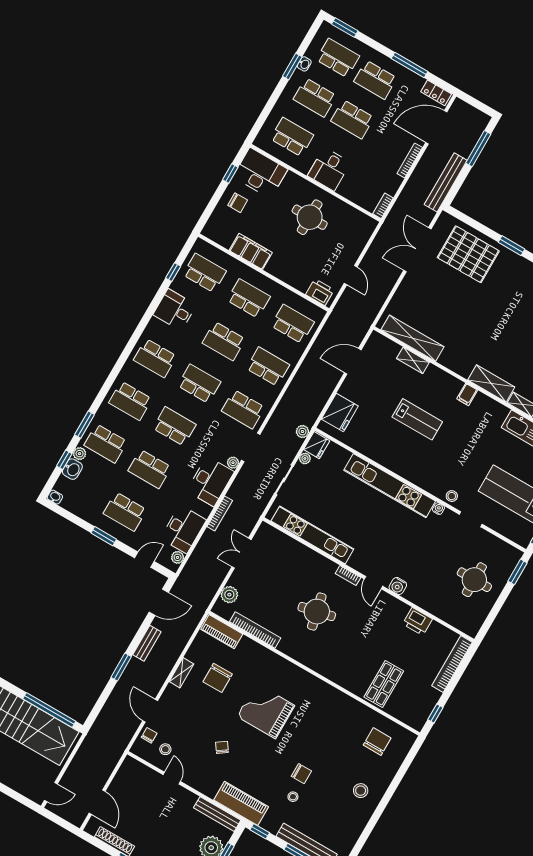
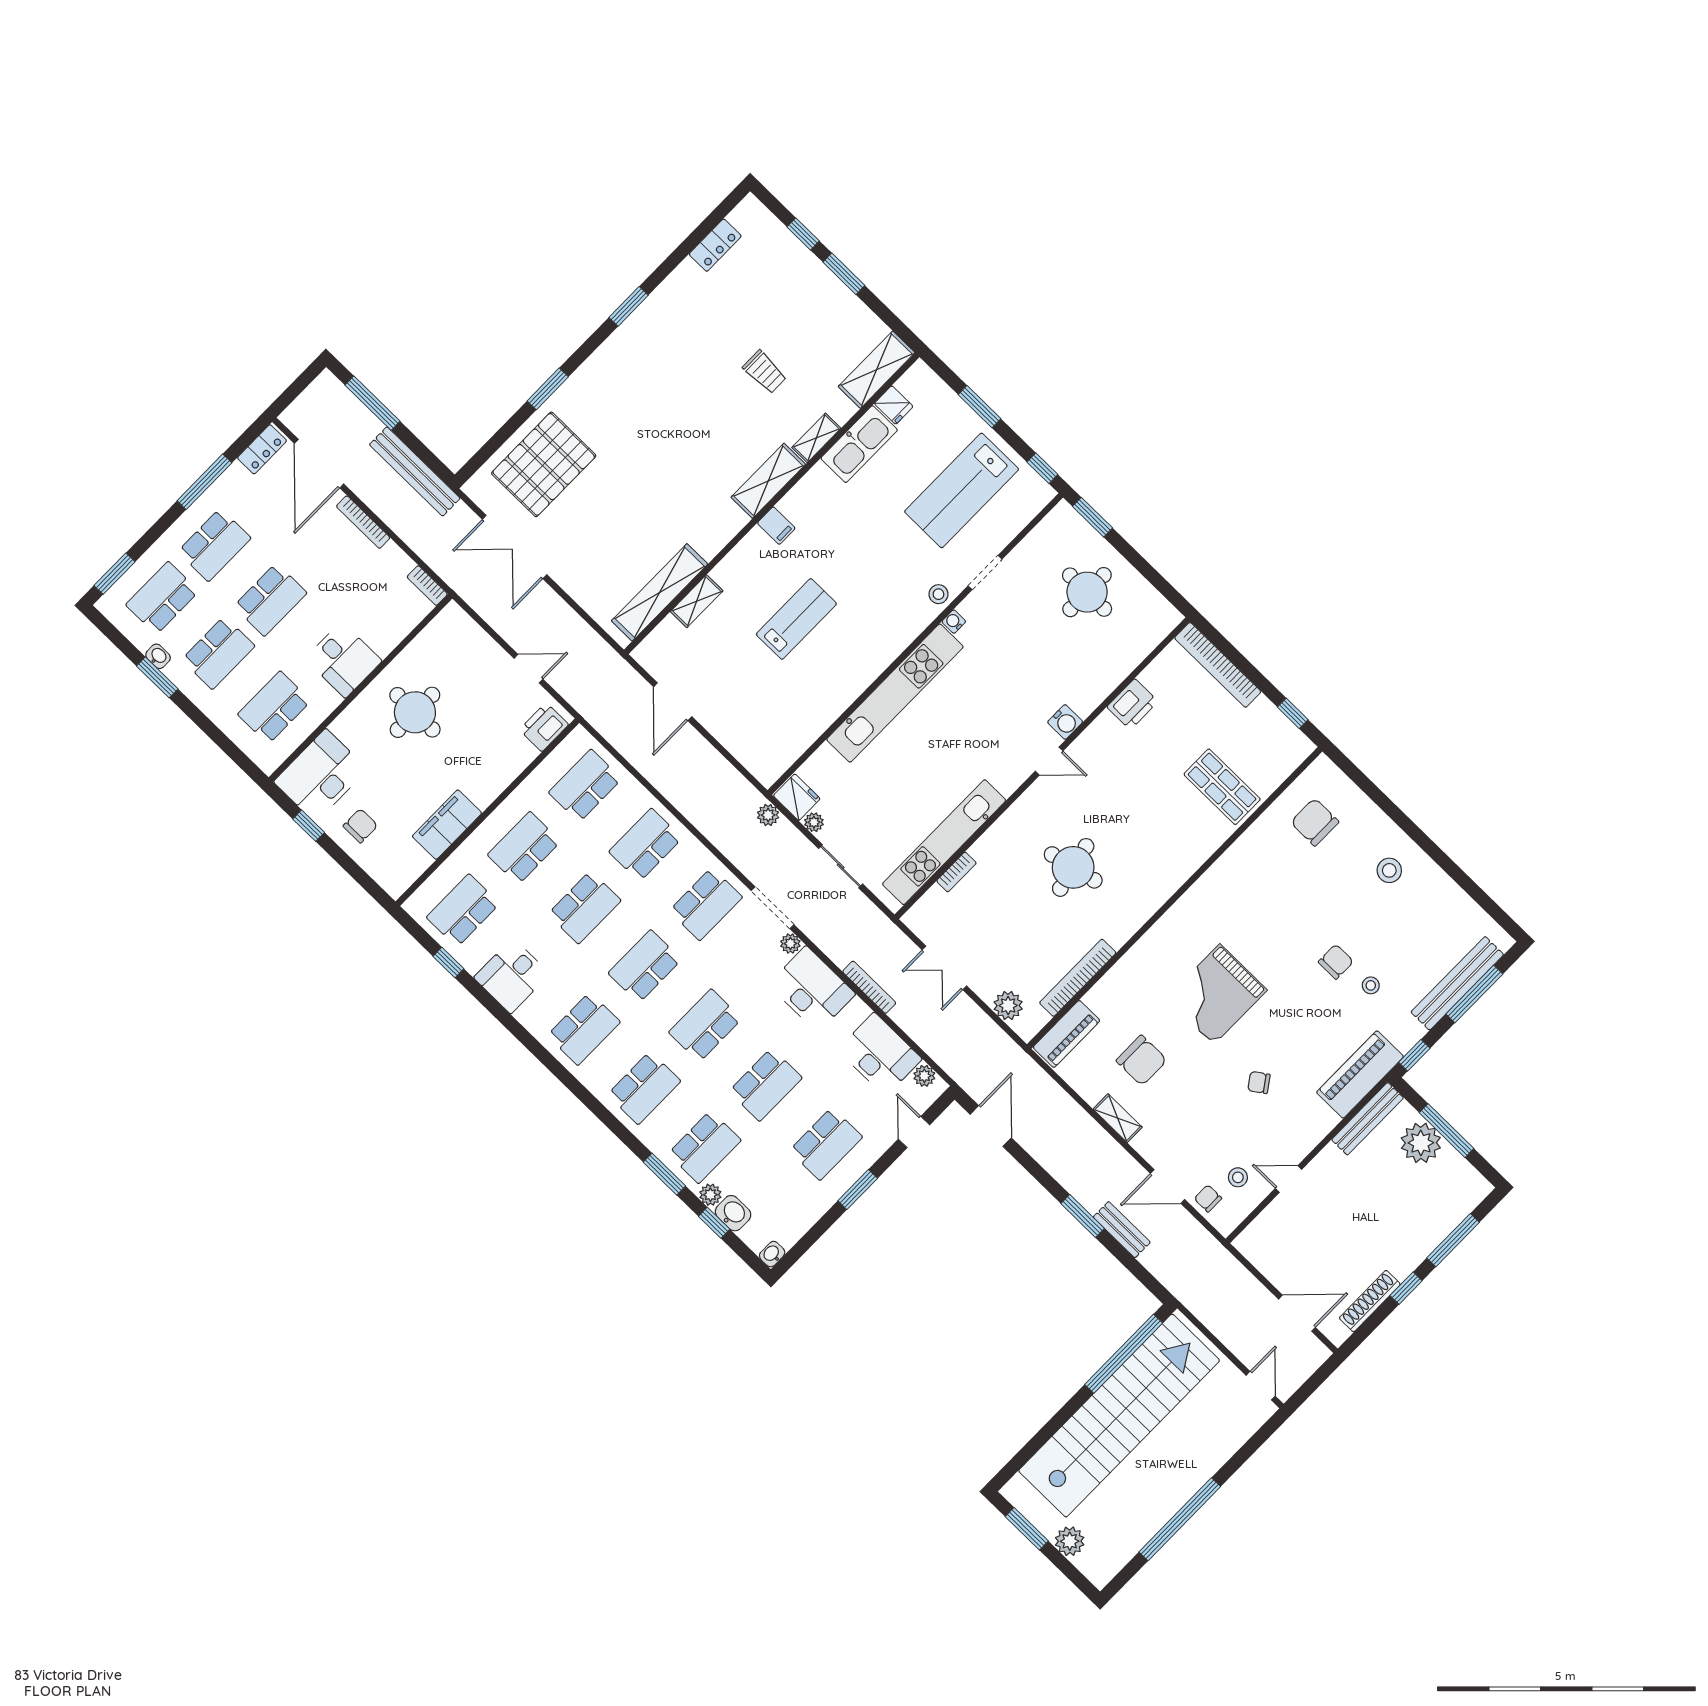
fridge: (340, 413) -> (752, 745), removed
bookcase: (348, 576) -> (956, 872), moved
bench: (147, 643) -> (1122, 1230), moved

